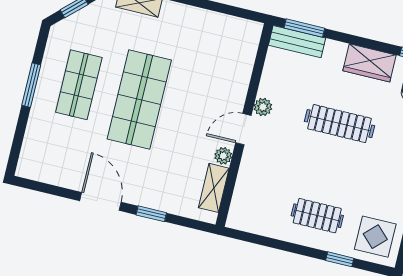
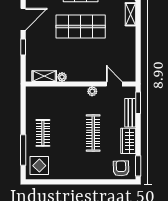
bench: (297, 42) -> (130, 113), moved
door: (243, 129) -> (114, 84), moved
window: (340, 259) -> (23, 150), width x2.17

